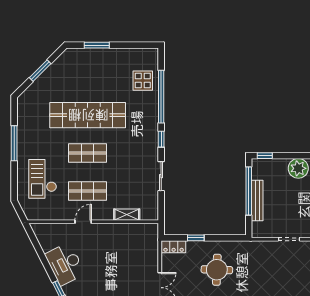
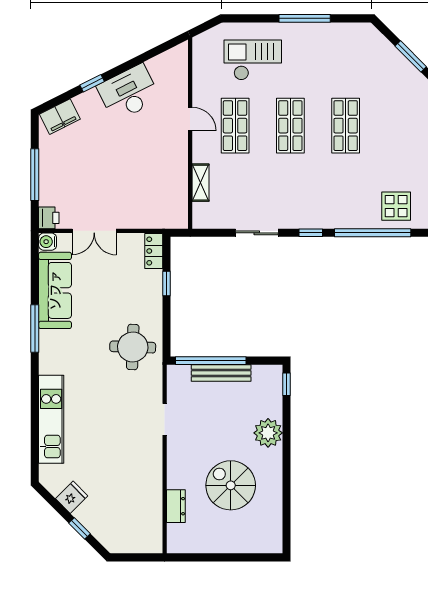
shop shelf: (88, 115) -> (346, 126), width x0.50, depth x0.74
window: (249, 191) -> (211, 361), moved
round table: (217, 270) -> (133, 347), moved

